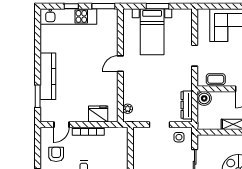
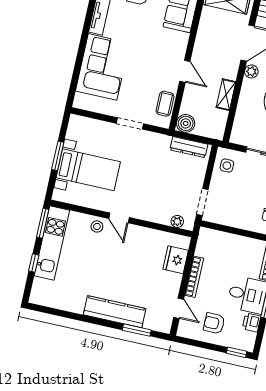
kitchen unit: (68, 16) -> (52, 243), moved
stool: (110, 48) -> (97, 226), added
doorway: (159, 125) -> (202, 202), moved

